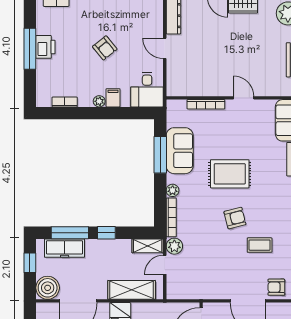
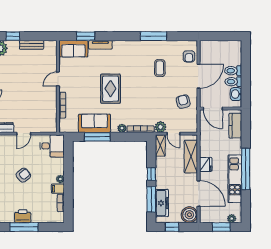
filing cabinet: (113, 98) -> (58, 189), moved
armchair: (235, 218) -> (183, 102), moved

